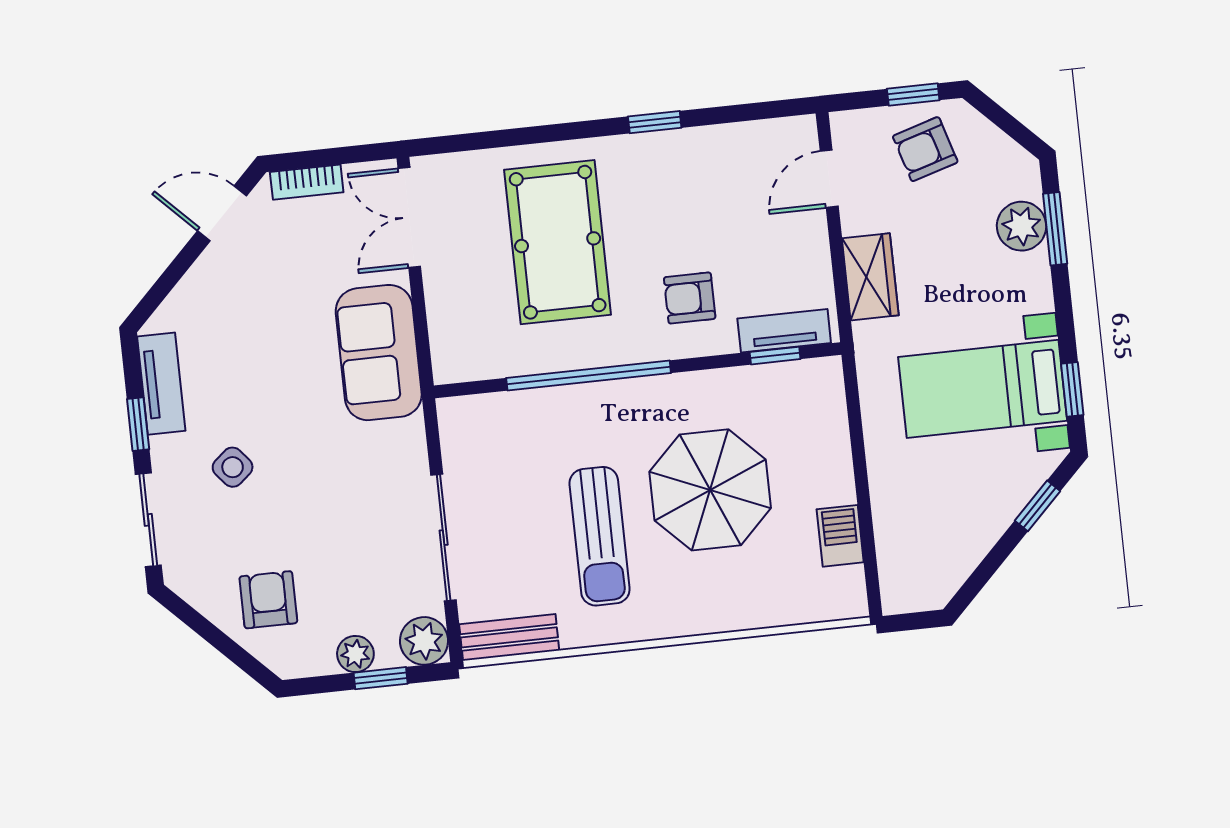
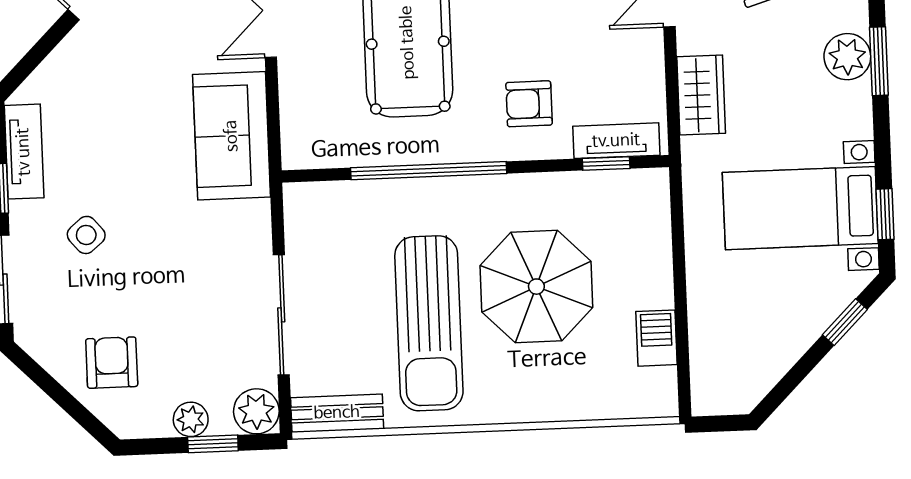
sun lounger: (600, 536) -> (429, 323), width x1.36, depth x1.34

